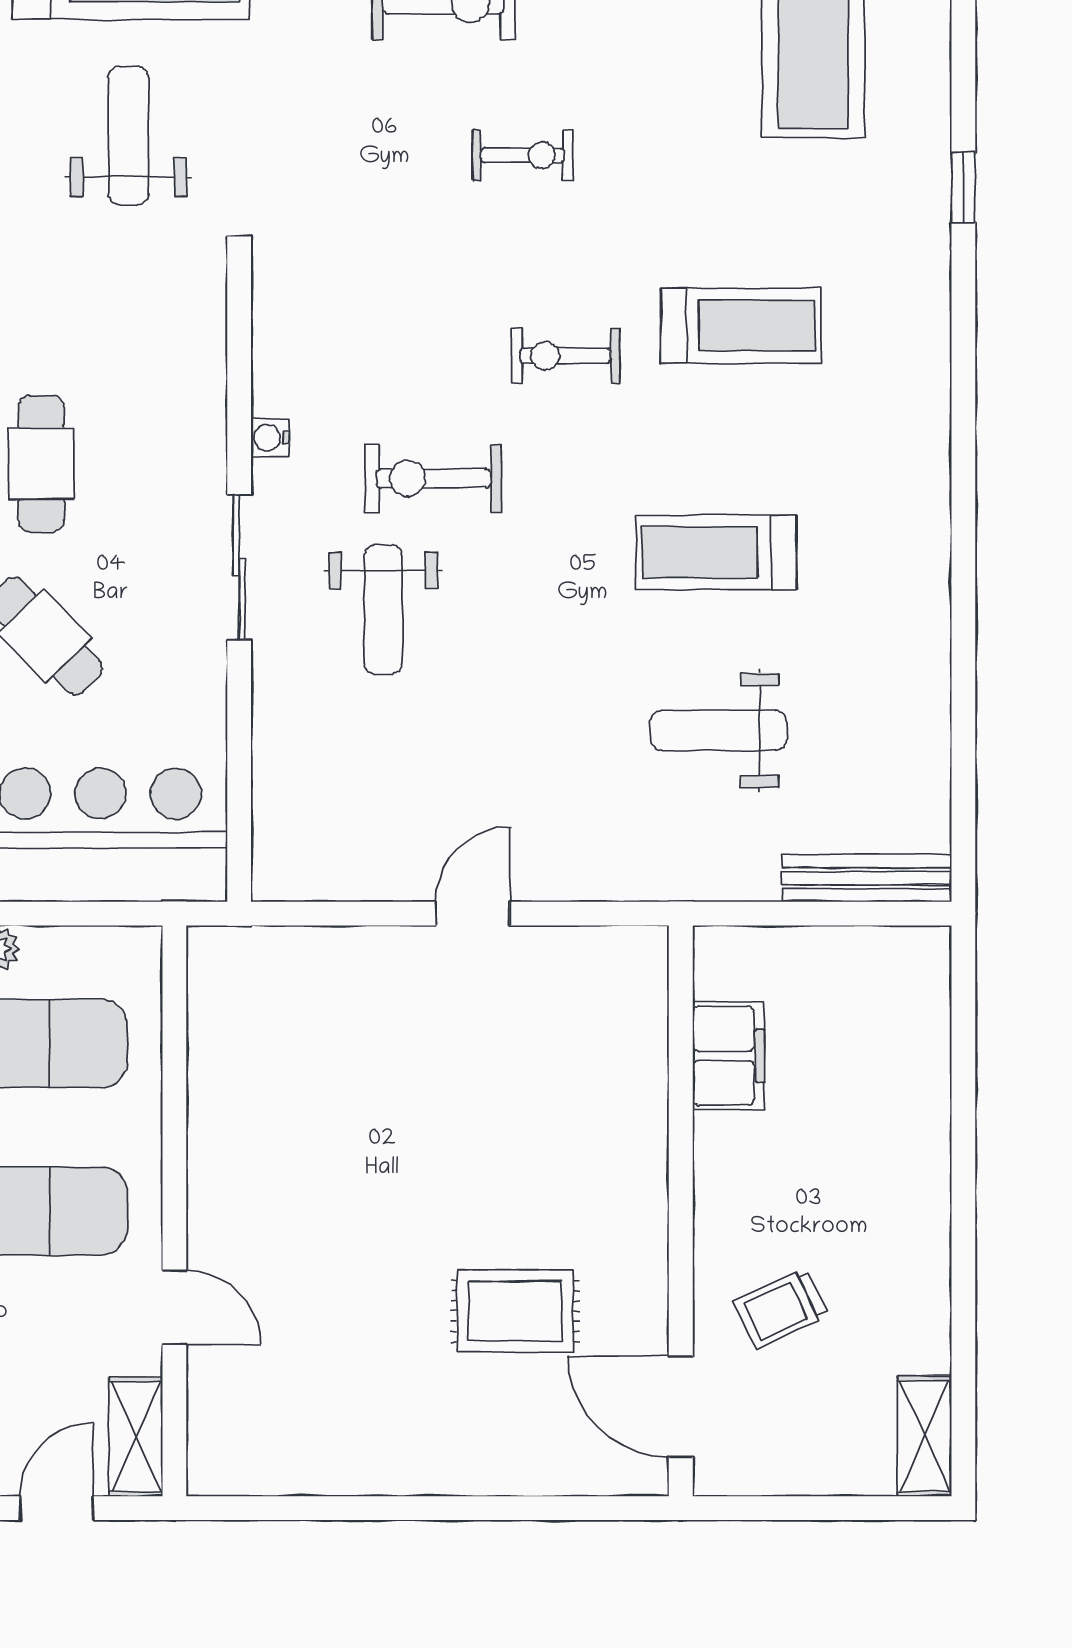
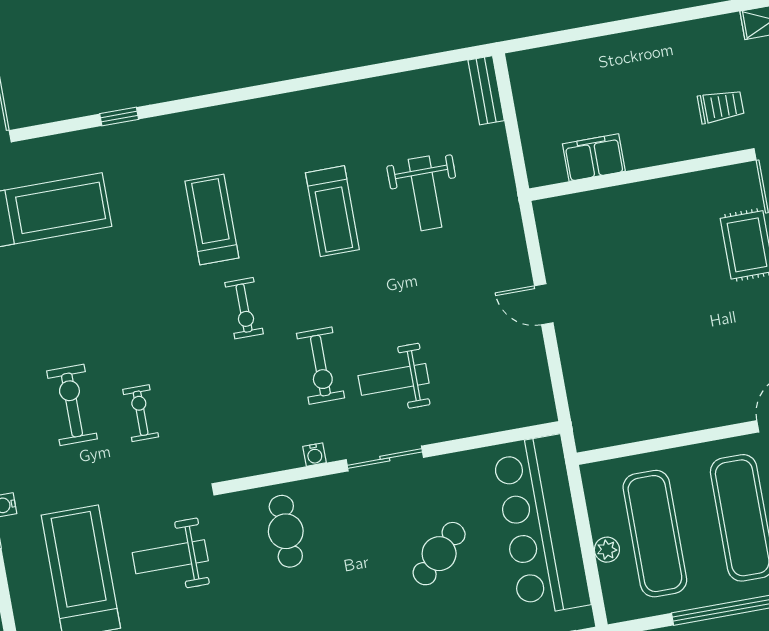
exercise bike: (523, 155) -> (141, 413), moved
cafe table: (41, 463) -> (286, 531), moved, turned 90
weight bench: (383, 610) -> (394, 379), turned 180
bench: (867, 878) -> (486, 90), width x0.73
trolley: (781, 1309) -> (721, 106), turned -65

